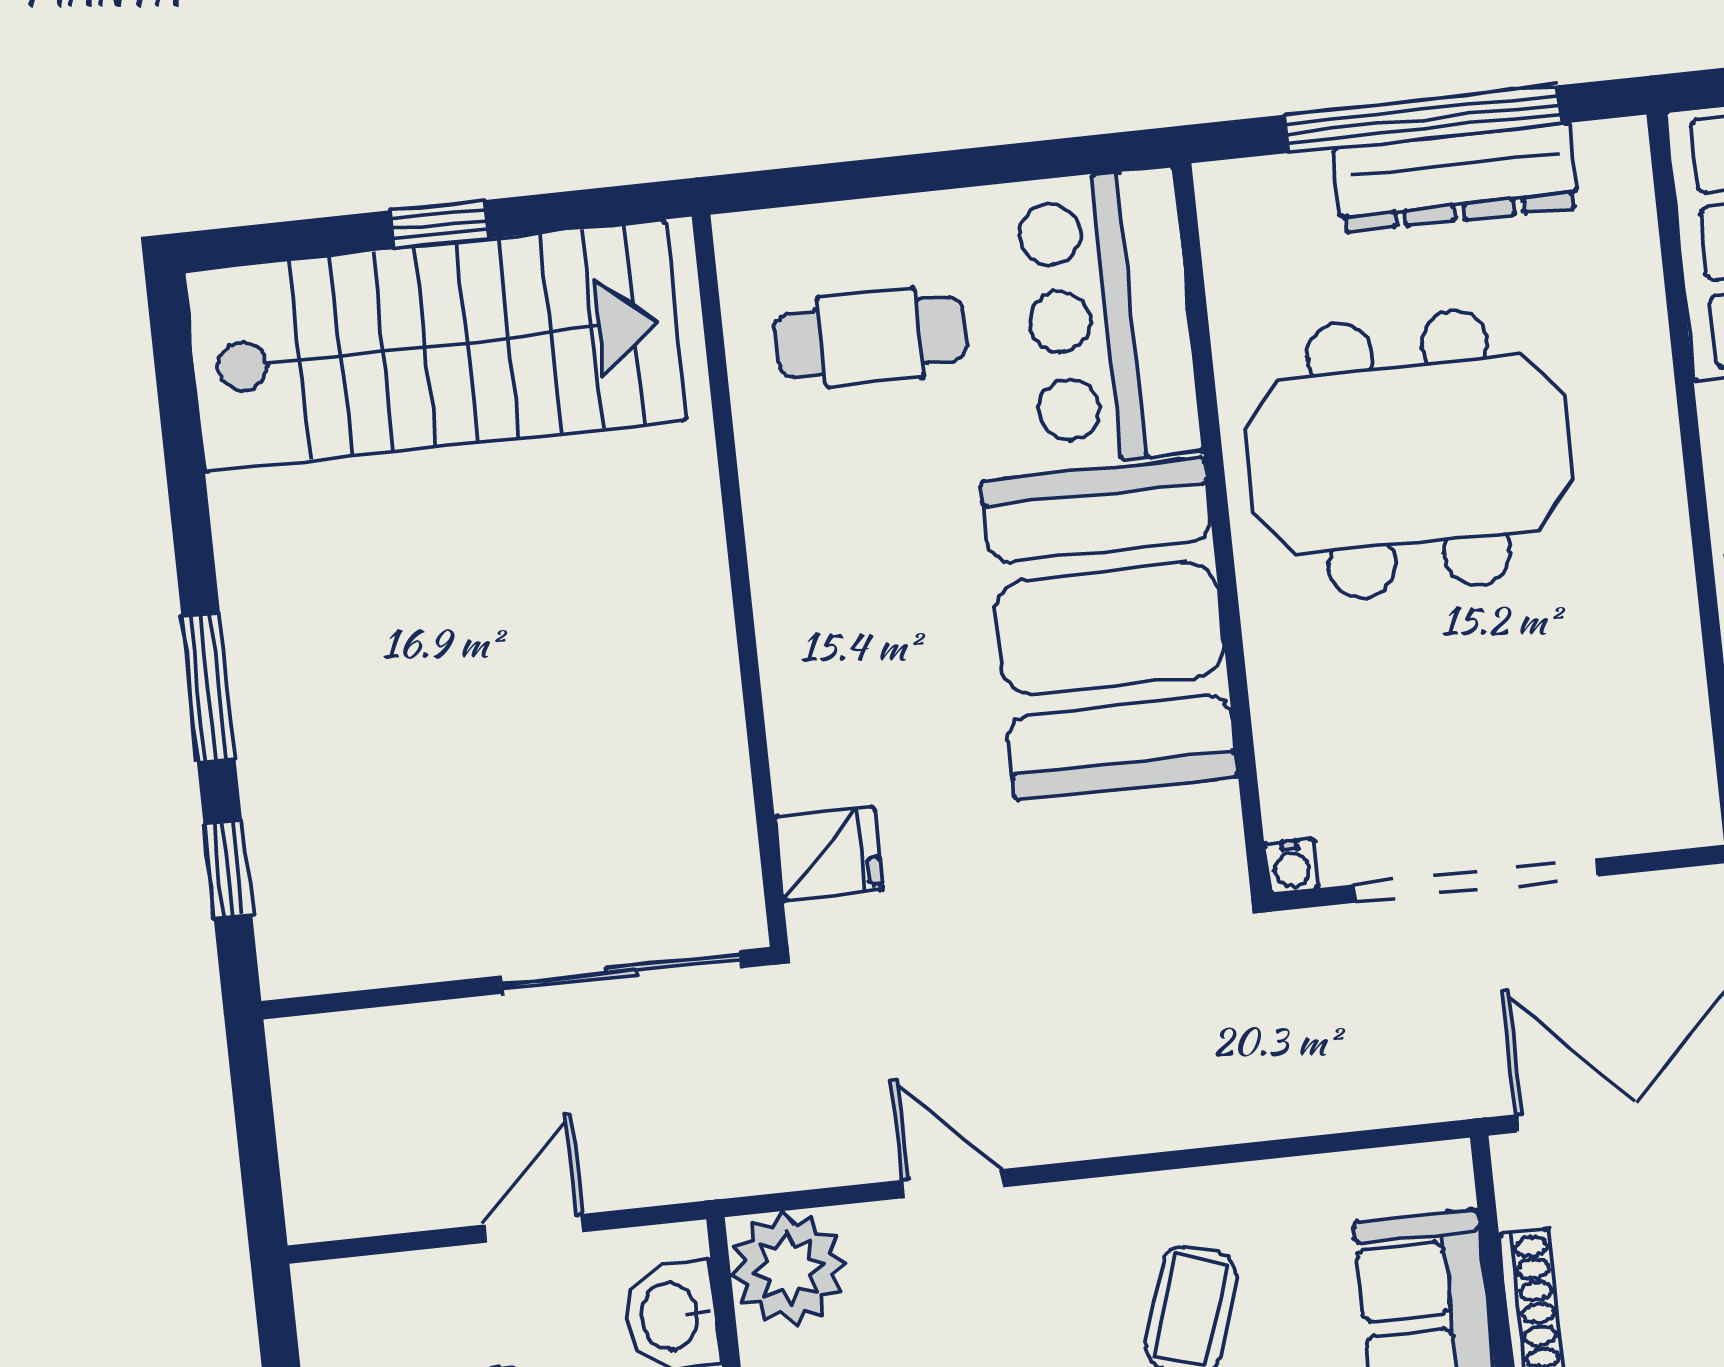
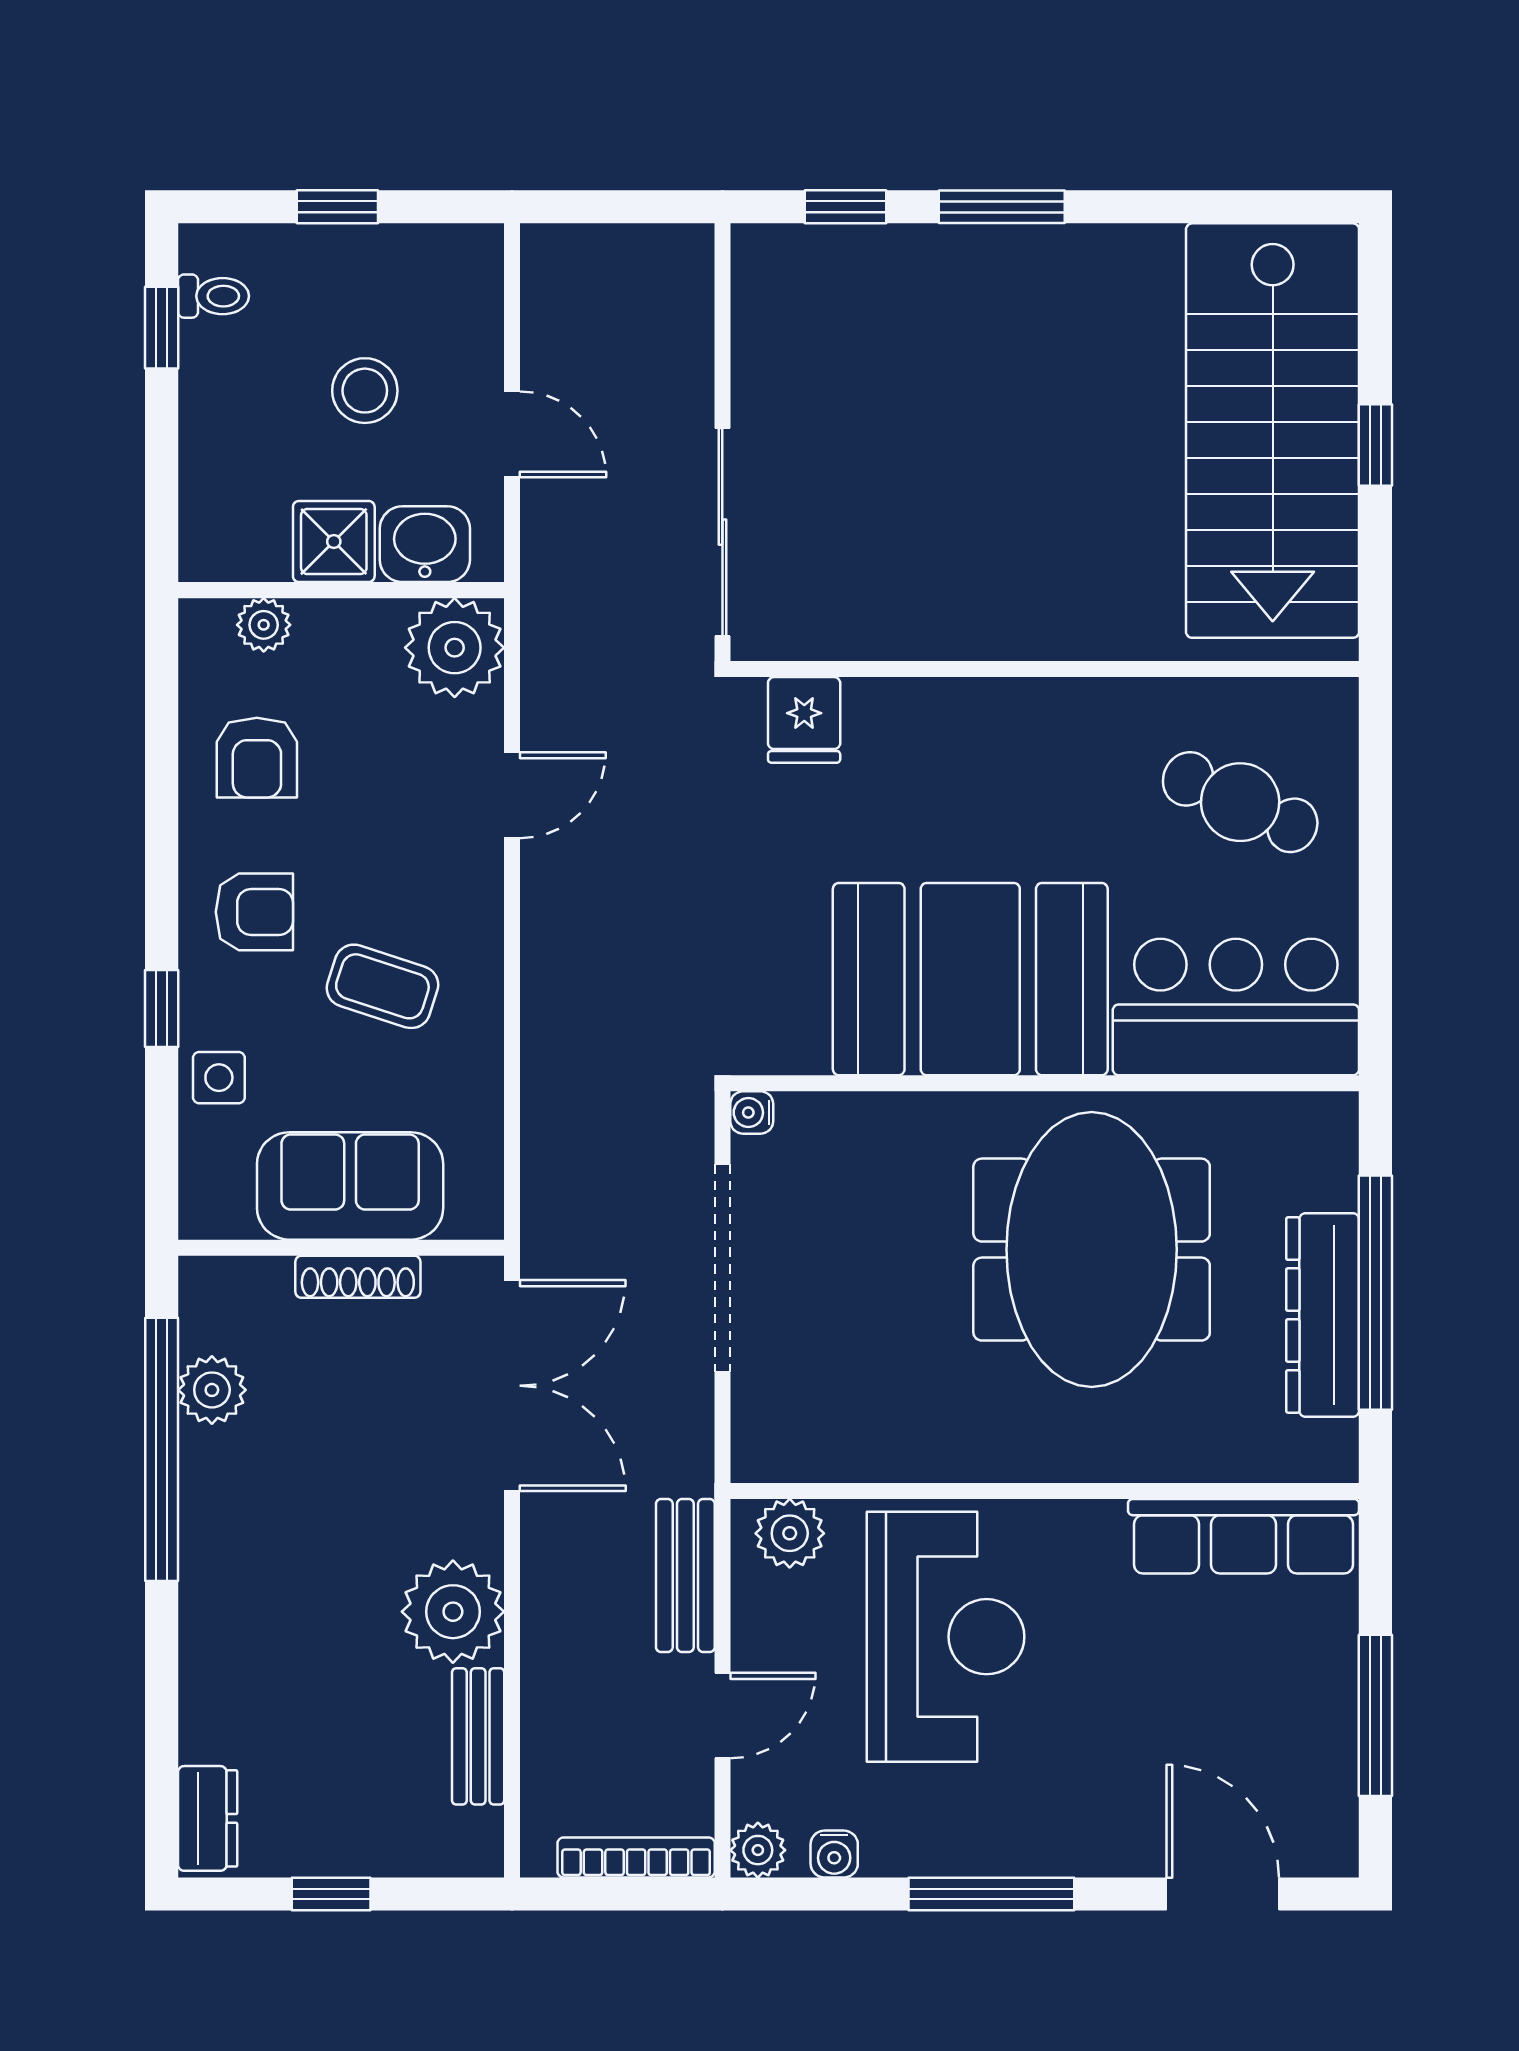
cafe table: (870, 337) -> (1240, 802), turned -66

